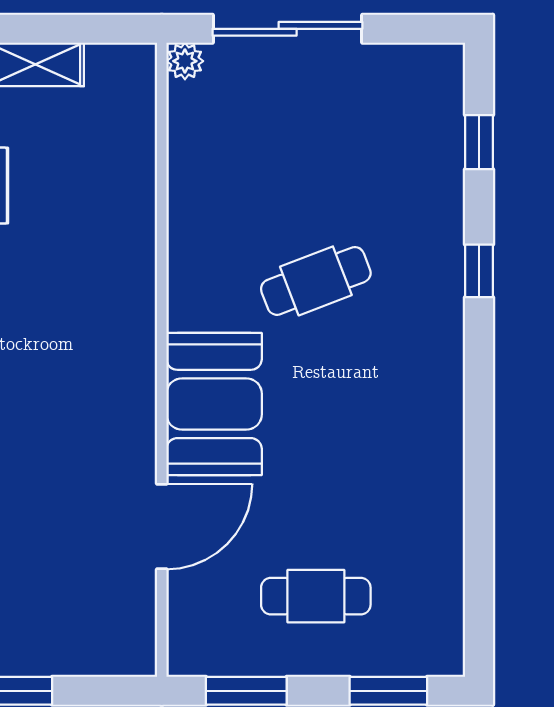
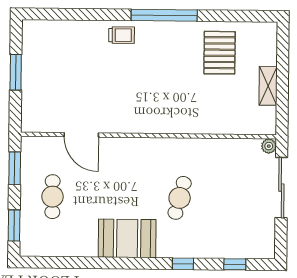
cafe table: (316, 281) -> (180, 198), turned 36
booth: (214, 404) -> (127, 238), moved

